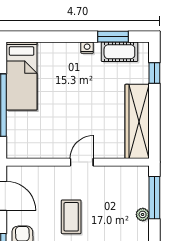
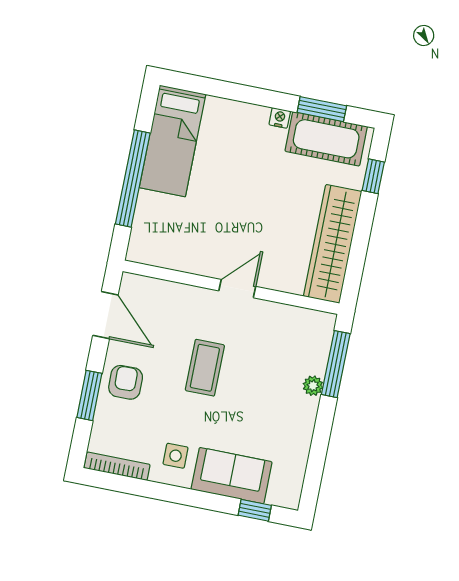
cot: (119, 52) -> (326, 139), width x1.37, depth x1.34

